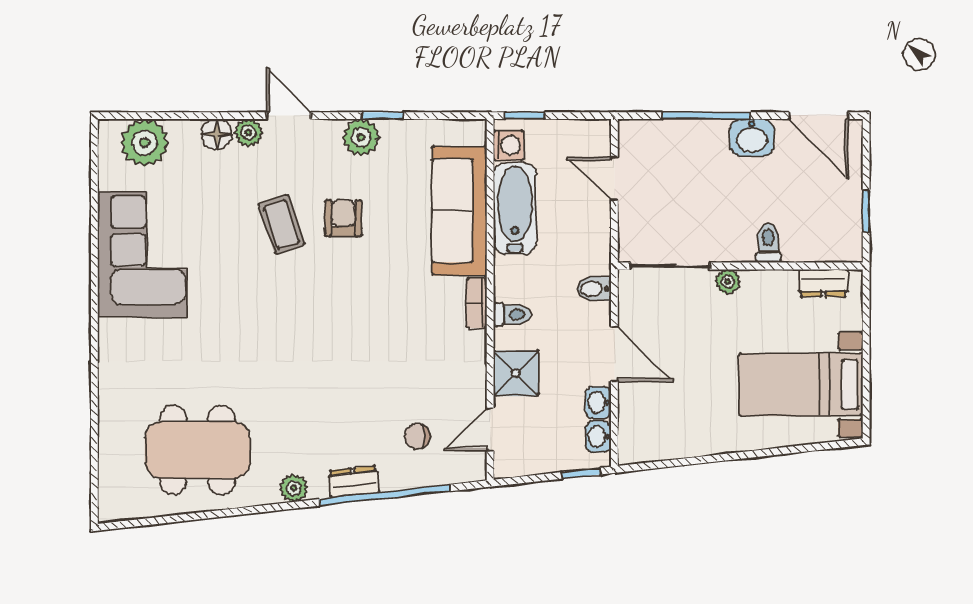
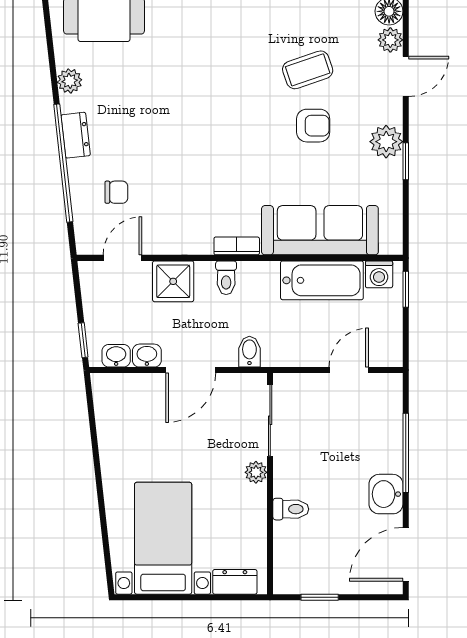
dresser: (823, 283) -> (235, 582), moved, turned 90
door: (490, 430) -> (122, 258), hinge flipped
chair: (417, 436) -> (116, 192), turned 90

